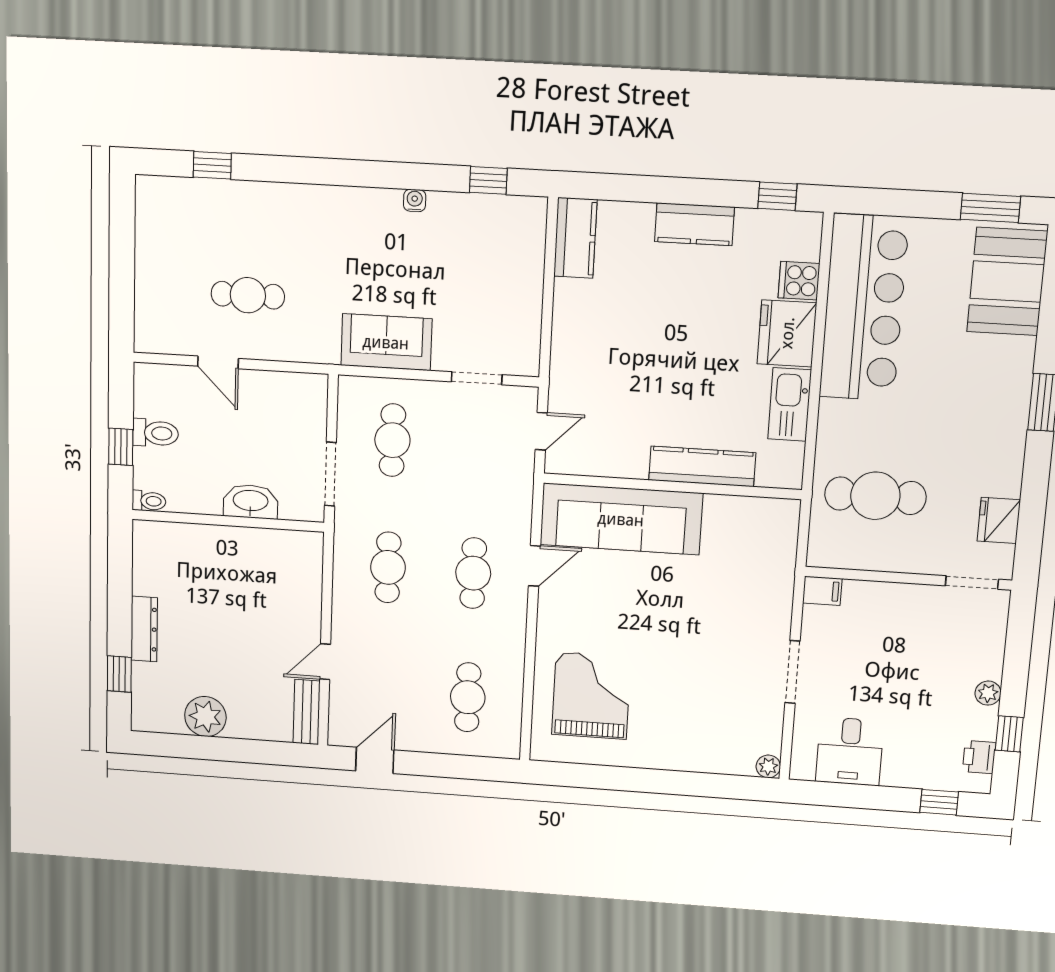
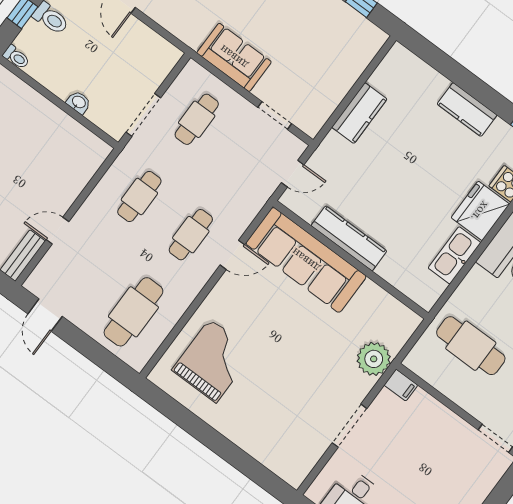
kitchen counter: (575, 238) -> (359, 113), moved
kitchen counter: (702, 466) -> (349, 238), moved
washbasin: (251, 501) -> (79, 102), width x0.52, depth x0.69
cafe table: (468, 697) -> (133, 312), width x1.37, depth x1.35
door: (375, 760) -> (45, 315), swing flipped
plant: (768, 766) -> (374, 359), moved, width x1.87, depth x1.87

